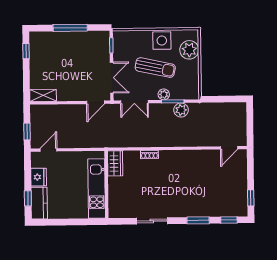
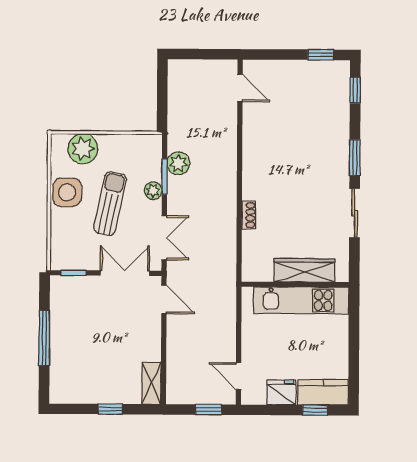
window: (26, 51) -> (110, 409), moved
wardrobe: (115, 163) -> (304, 270), moved, width x1.50
window: (198, 220) -> (355, 158), moved

